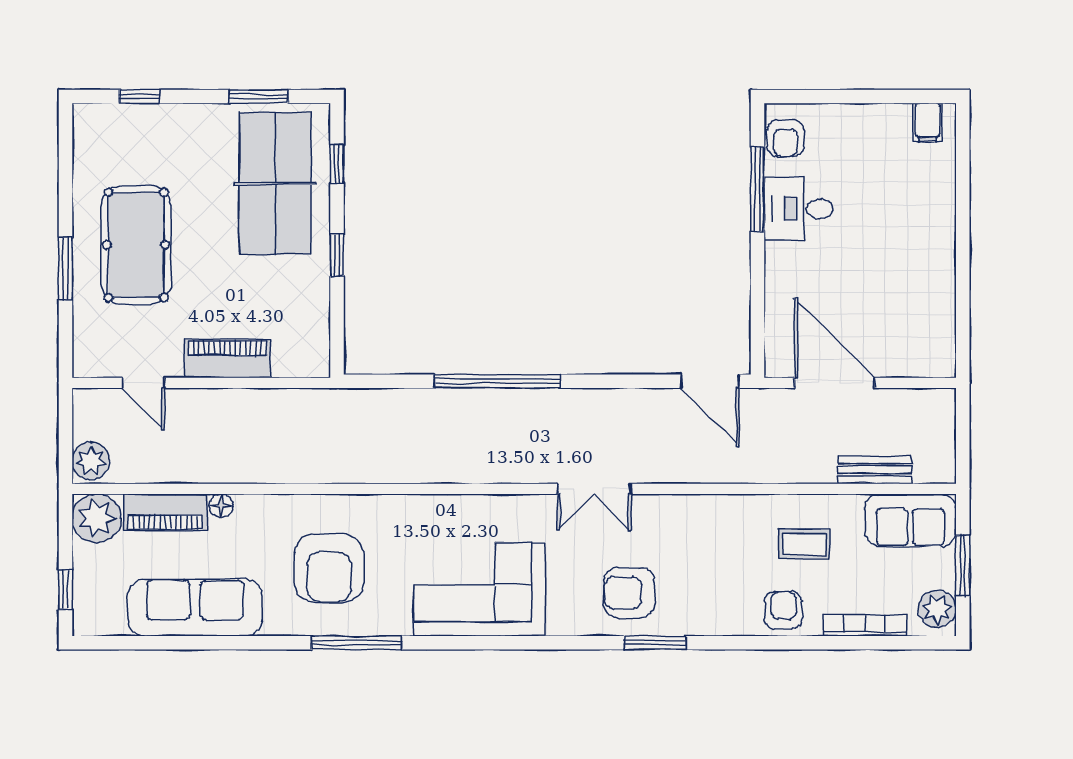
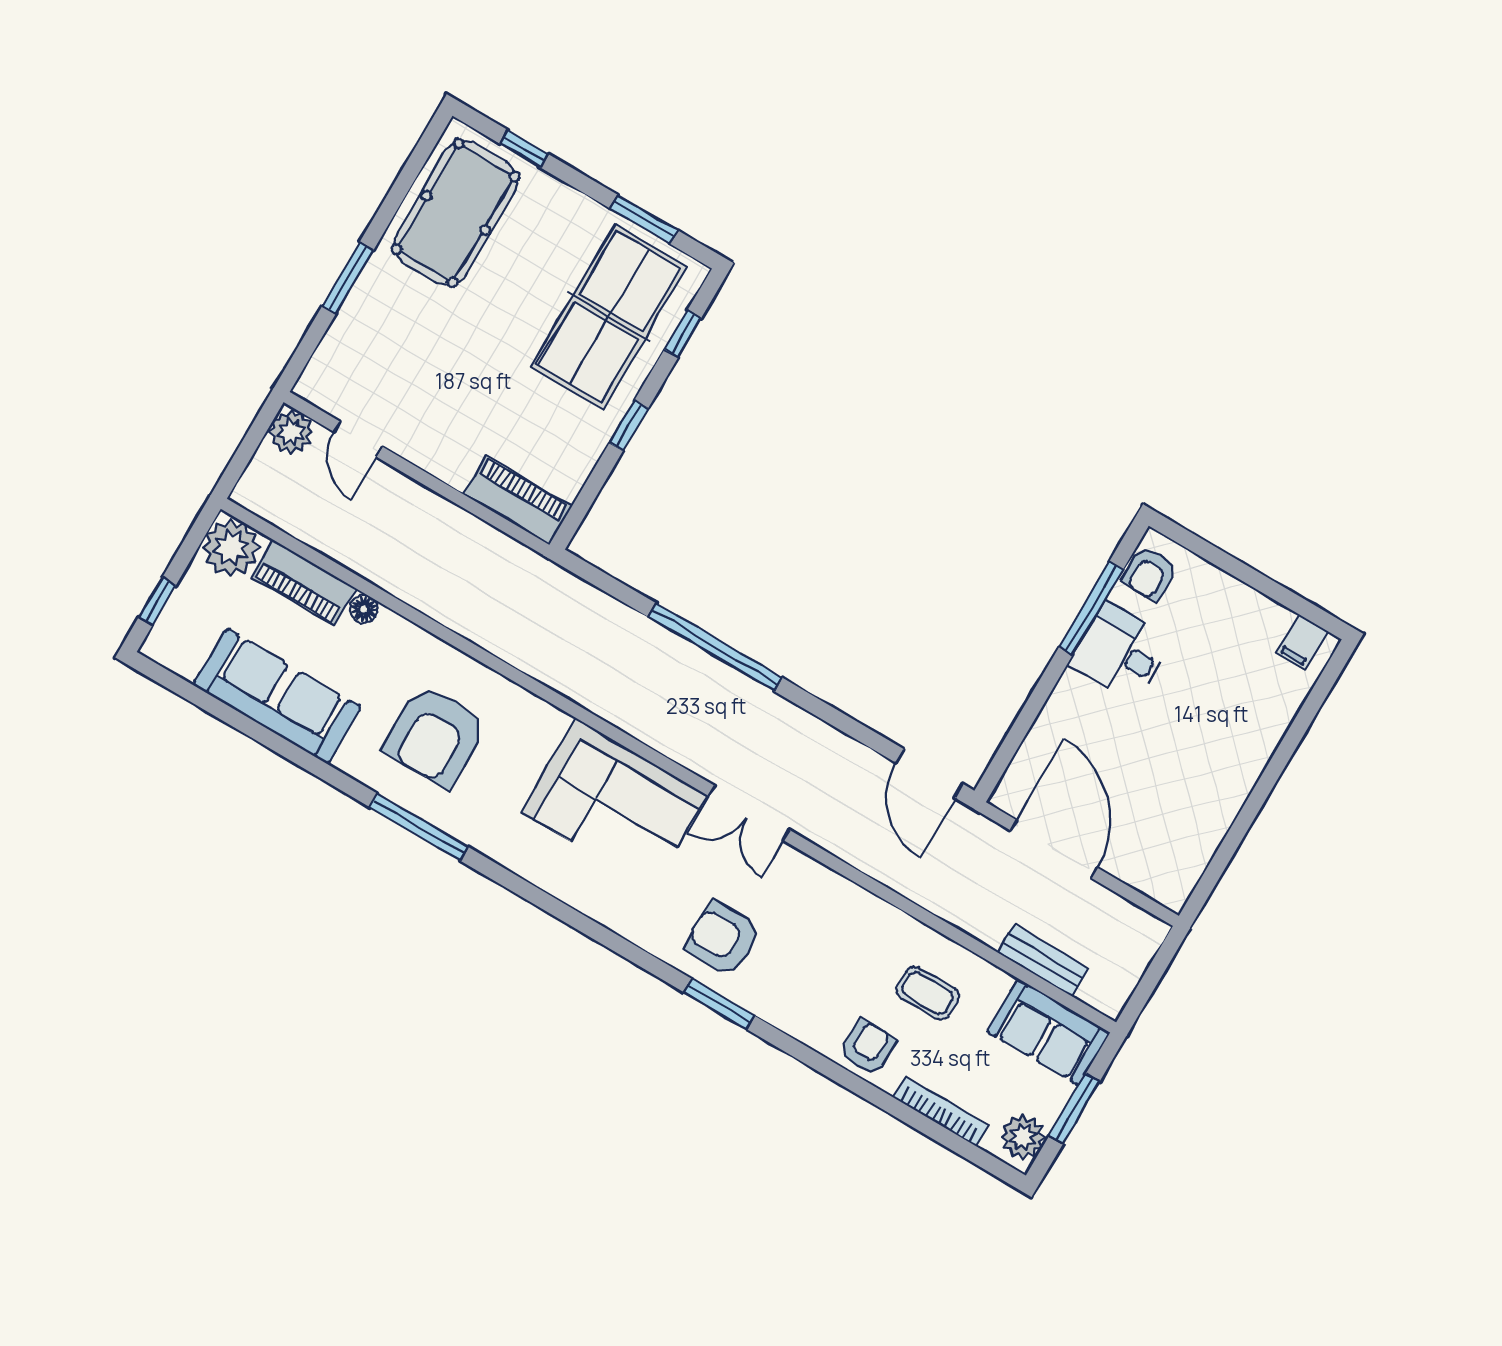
pool table: (136, 245) -> (456, 213), moved
piano: (228, 359) -> (517, 500), moved
plant: (91, 461) -> (291, 432), moved
corner sofa: (479, 589) -> (614, 804), moved, turned 180

